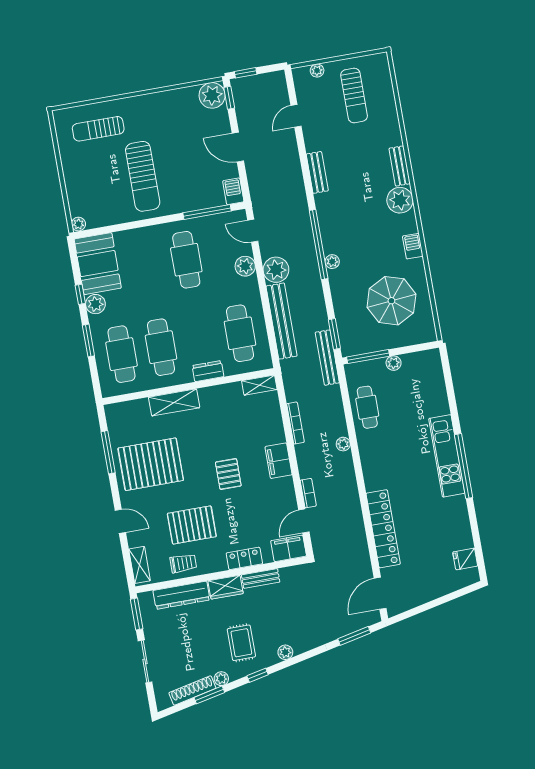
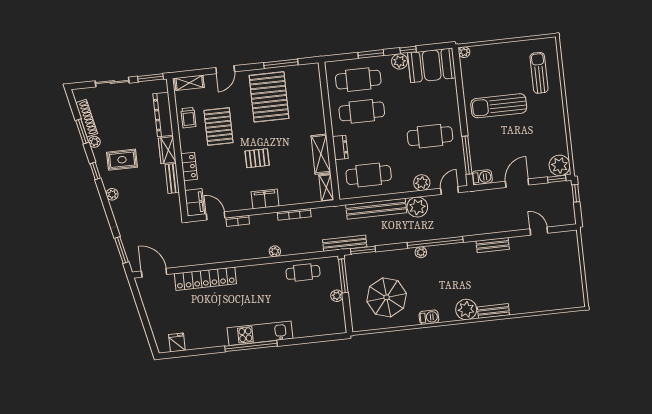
plant: (317, 71) -> (574, 250), removed
sun lounger: (354, 95) -> (552, 278), removed
shelving: (174, 402) -> (321, 154), moved

